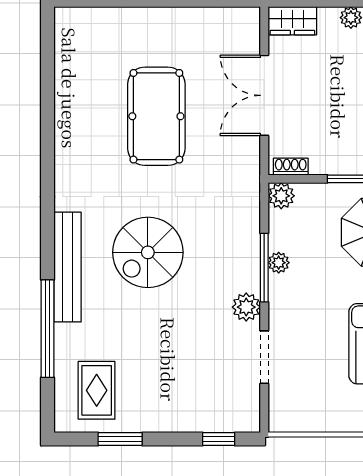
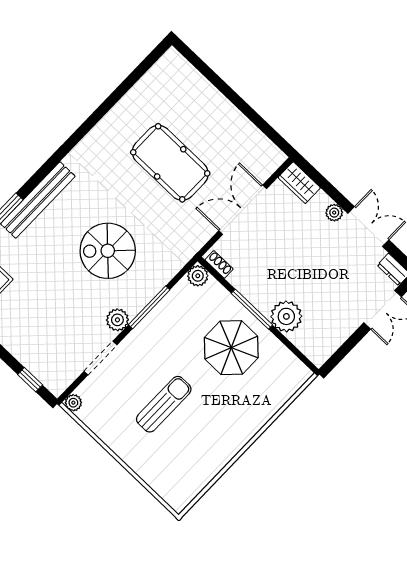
pool table: (156, 116) -> (170, 163), turned 90
spiral stairs: (148, 252) -> (108, 251), moved
plant: (279, 263) -> (73, 403), moved

